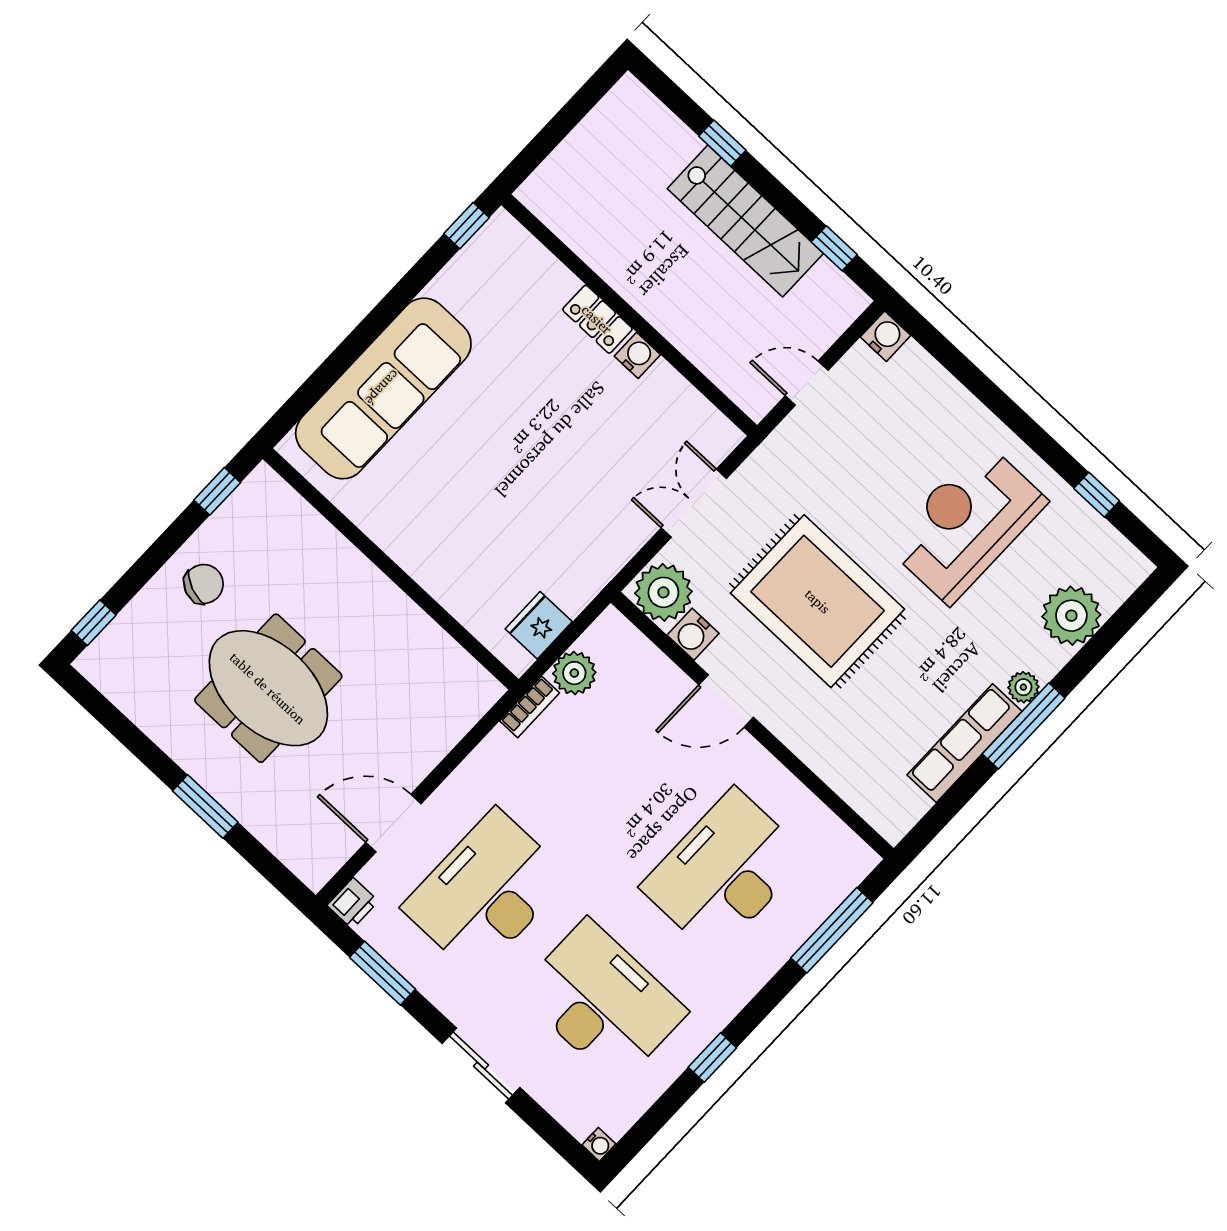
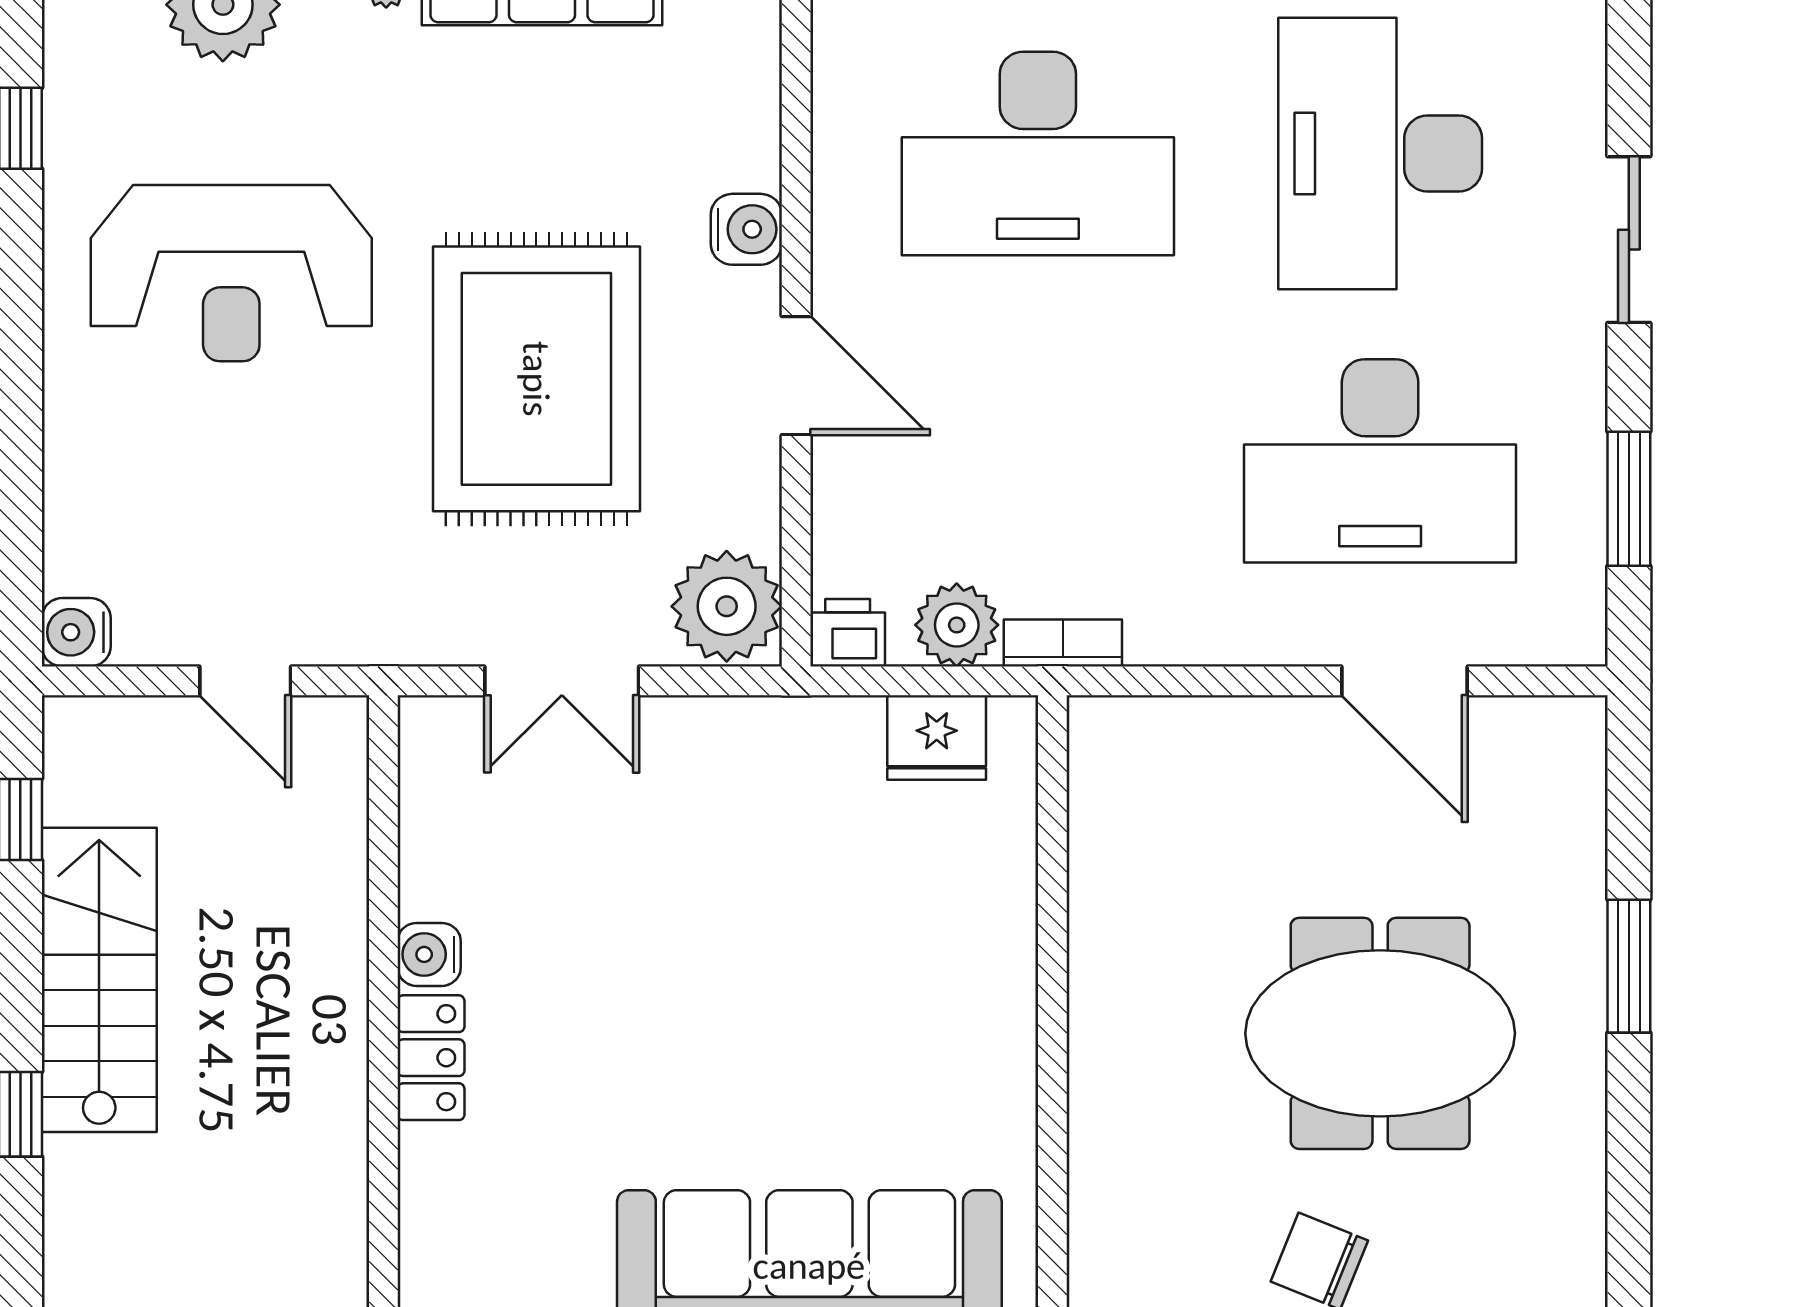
water cooler: (693, 634) -> (746, 229), moved
meeting table: (268, 688) -> (1380, 1033), turned 90
printer: (353, 903) -> (848, 633), moved

